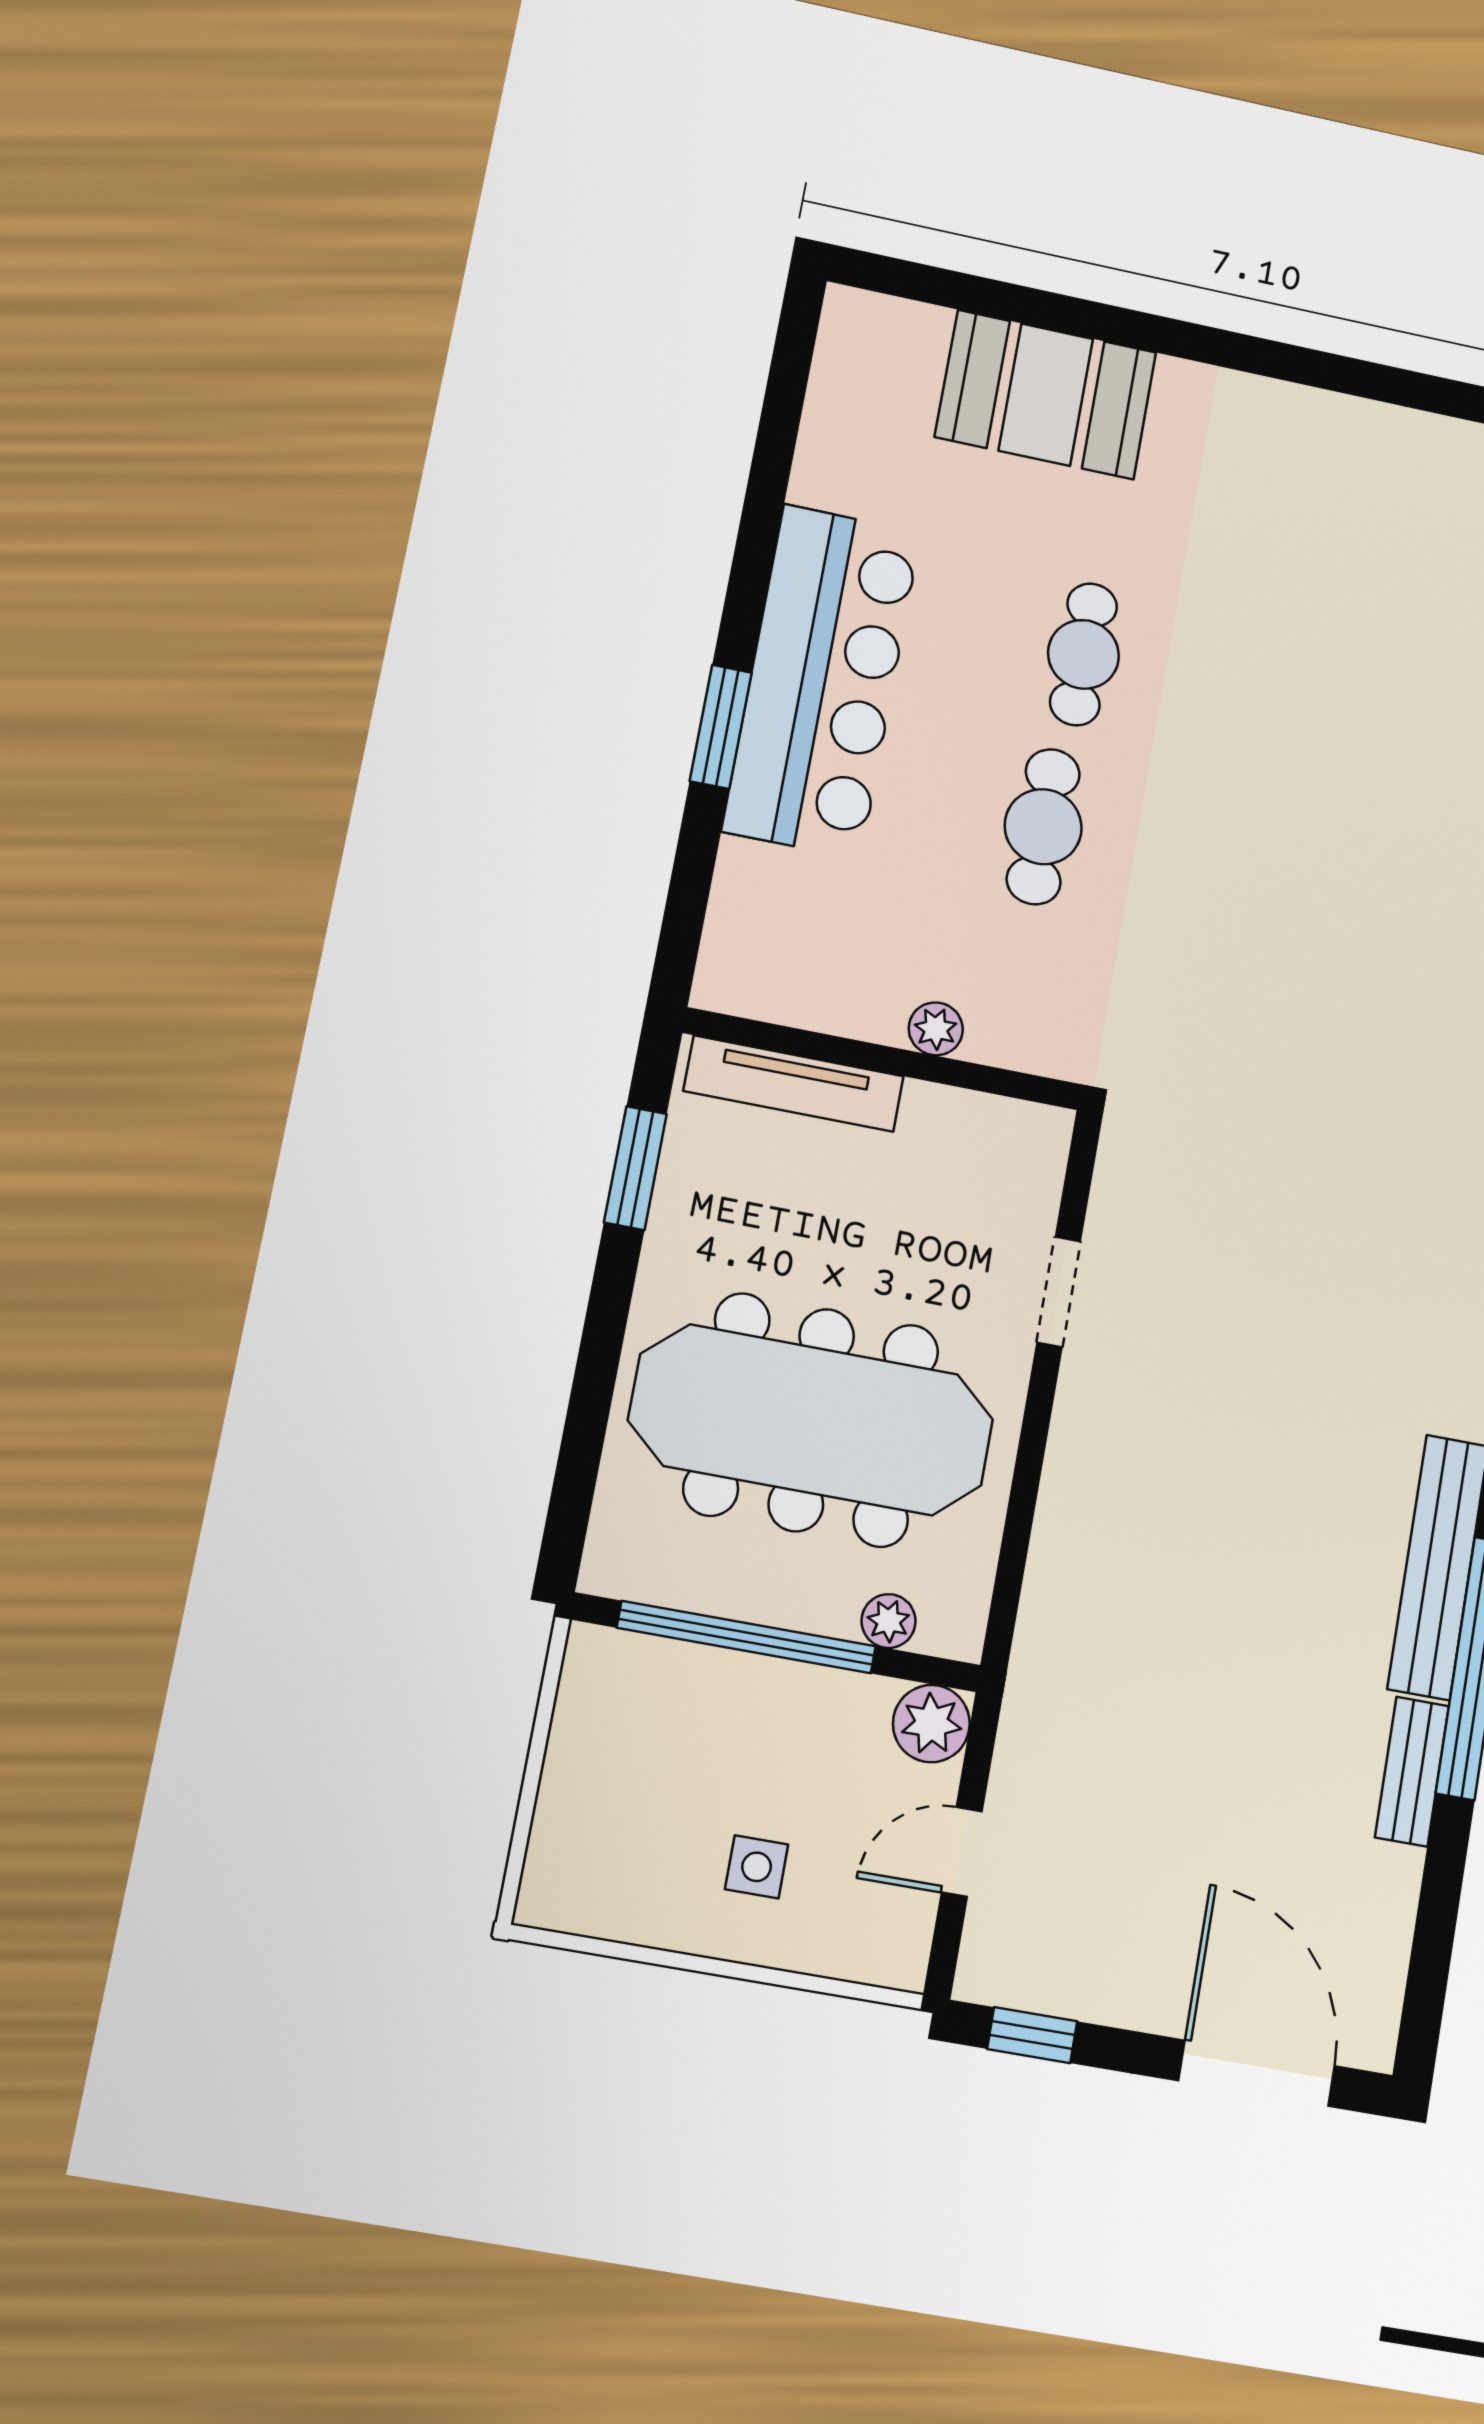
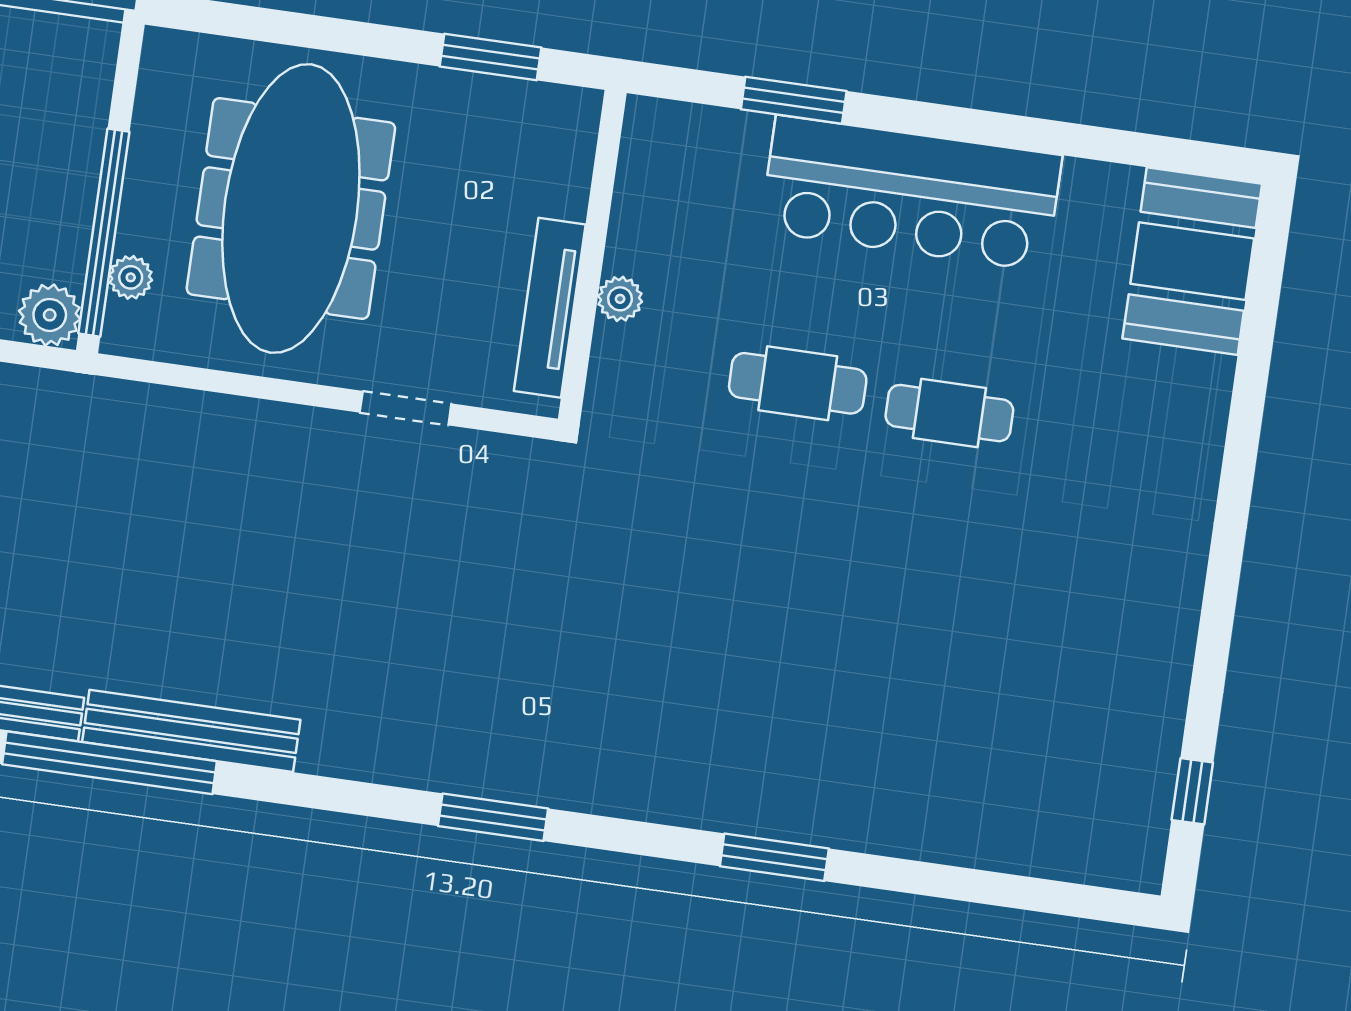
booth: (1046, 395) -> (1192, 261), moved
window: (721, 727) -> (794, 100), moved
tv unit: (794, 1084) -> (550, 308), moved
window: (747, 1637) -> (104, 233), moved

